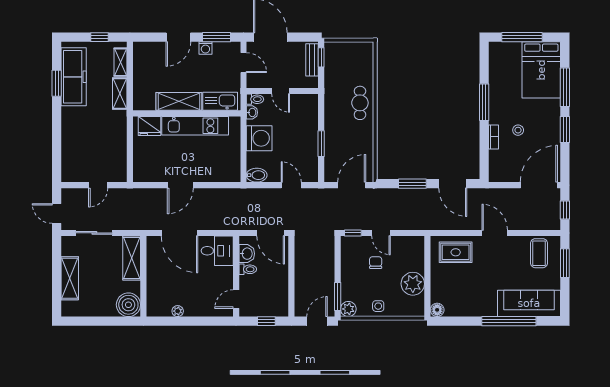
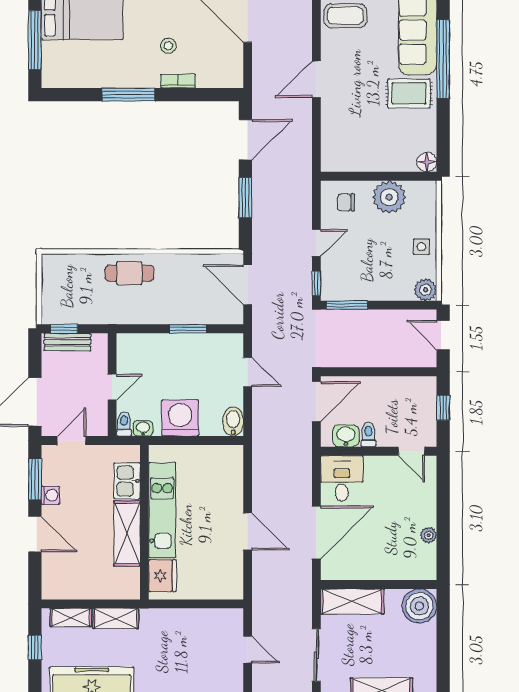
kitchen sink: (220, 101) -> (127, 481), width x0.73
door: (291, 185) -> (248, 372), swing flipped
rug: (456, 252) -> (409, 93), moved, turned 90
chair: (376, 263) -> (346, 202), moved
window: (338, 296) -> (347, 305), moved

